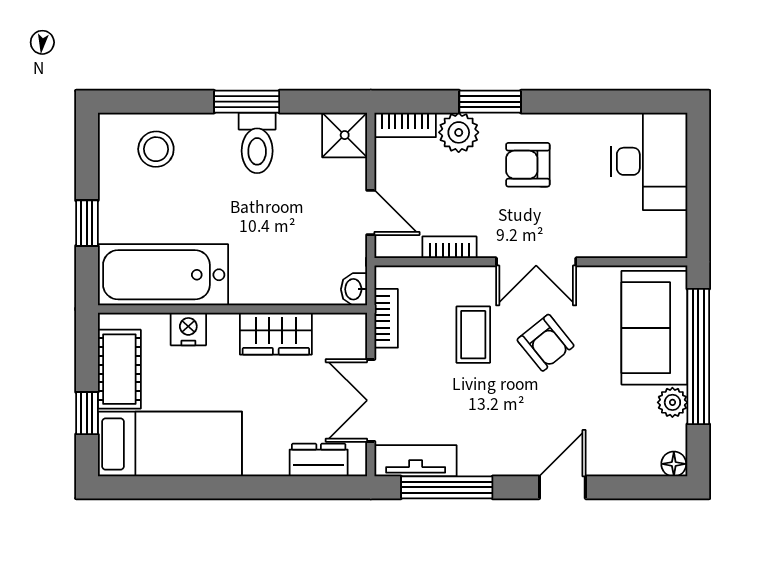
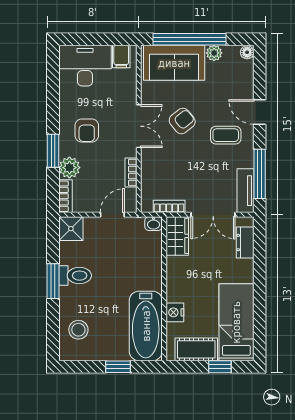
filing cabinet: (666, 229) -> (121, 56), added
wardrobe: (276, 334) -> (177, 236), moved
coffee table: (473, 335) -> (226, 135), moved

